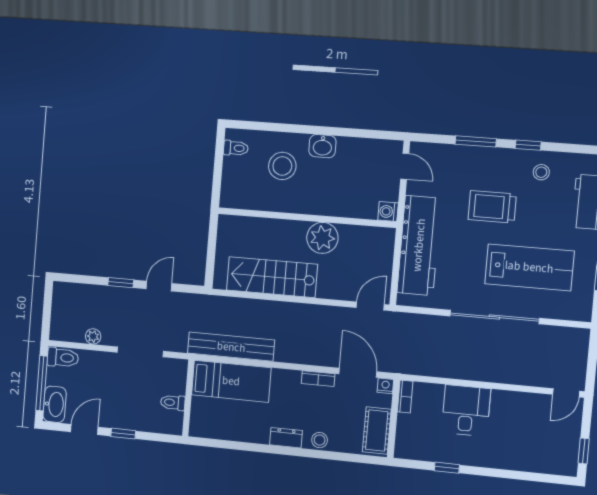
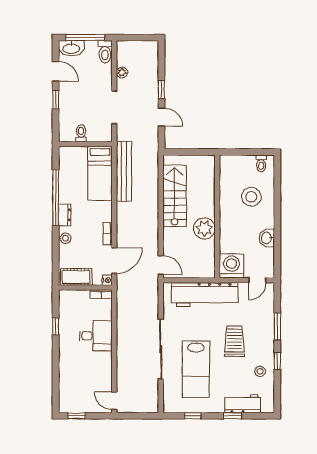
washbasin: (322, 146) -> (267, 238), moved
washing machine: (388, 212) -> (231, 266), width x1.89, depth x1.89
window: (260, 448) -> (56, 197), added

